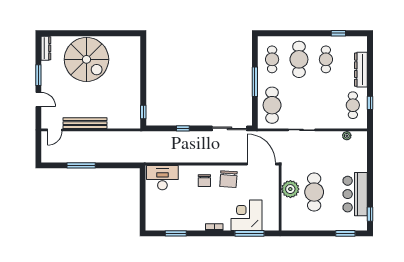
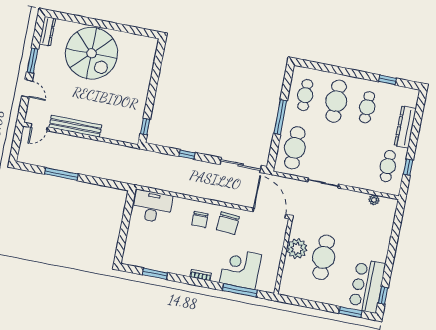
bar counter: (355, 194) -> (367, 286), moved

